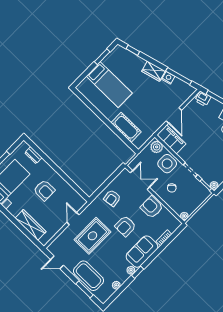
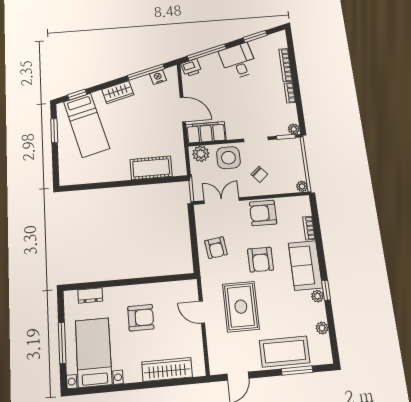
nightstand: (168, 78) -> (158, 77), moved
bed: (109, 85) -> (87, 125), moved, turned 75

